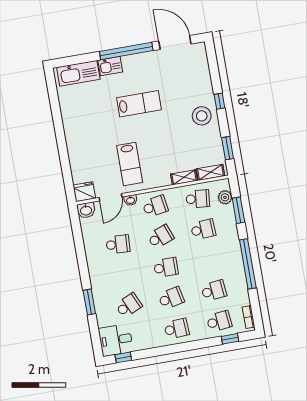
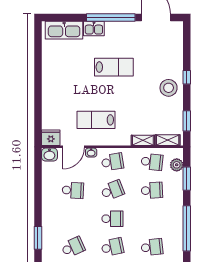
lab bench: (130, 164) -> (96, 120), turned 90

